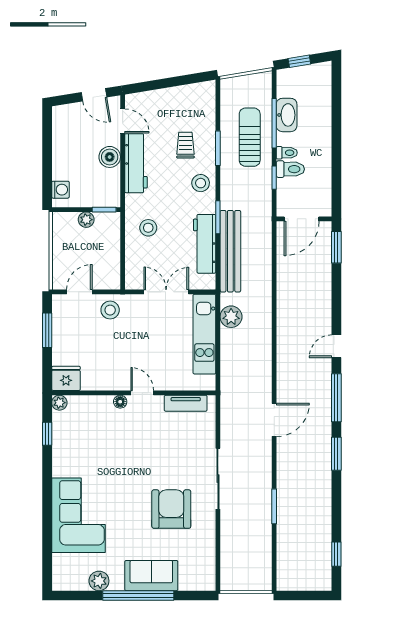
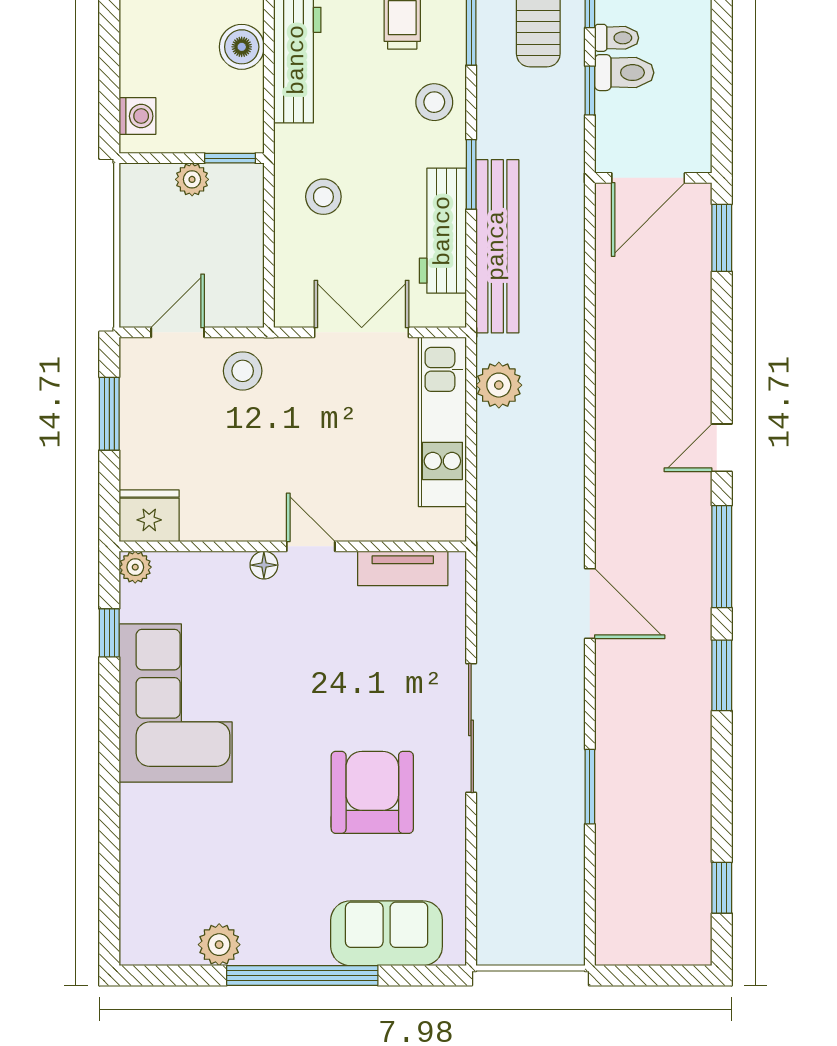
door: (274, 420) -> (590, 603), hinge flipped
corner sofa: (78, 515) -> (176, 703), moved
sofa: (151, 576) -> (387, 933), moved

